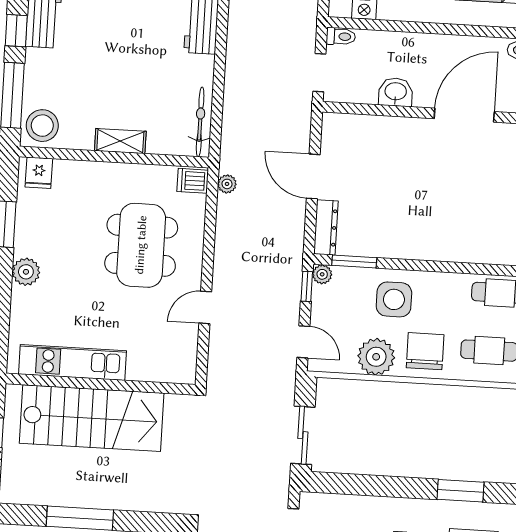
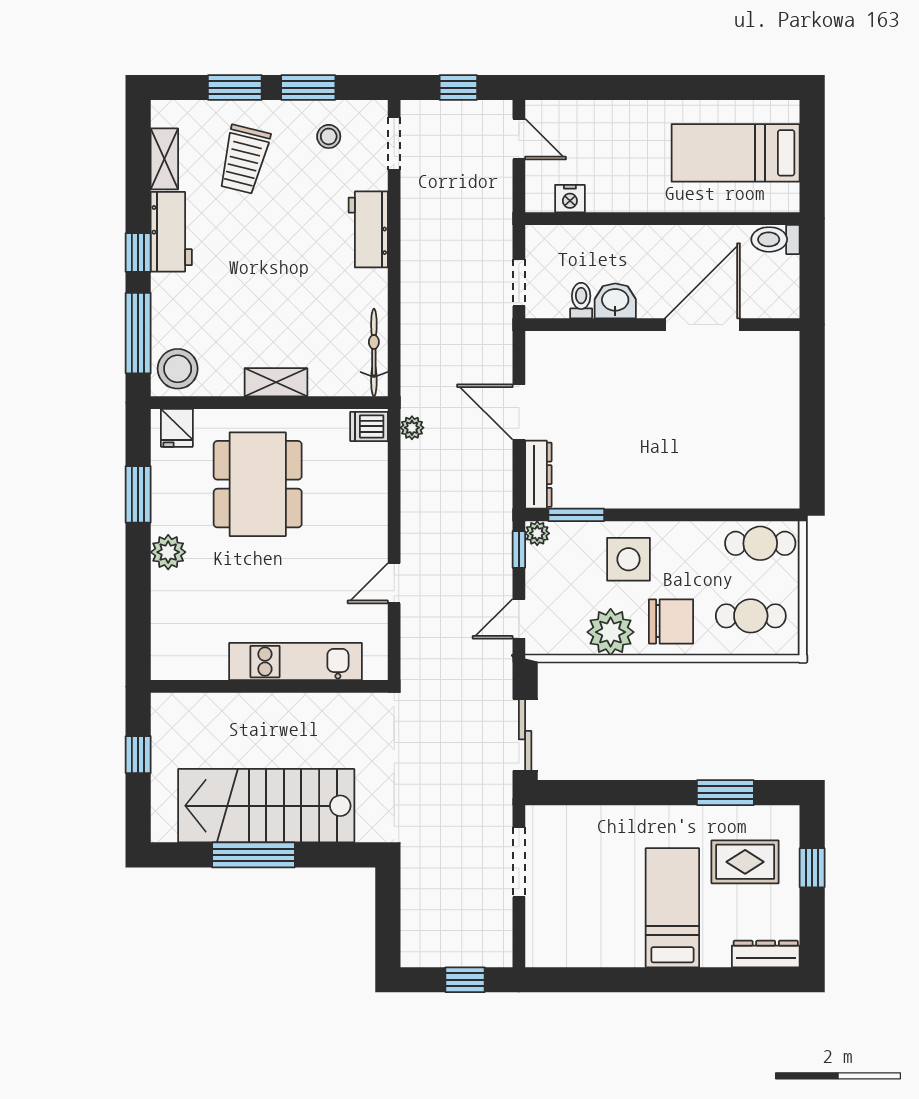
toilet: (341, 36) -> (581, 301), moved, turned -90
dining table: (141, 245) -> (258, 484), moved
door: (303, 342) -> (519, 619), swing flipped
chair: (425, 351) -> (671, 621), turned 90
kitchen unit: (73, 362) -> (295, 662), moved
stairs: (92, 418) -> (266, 806), moved, turned 180

